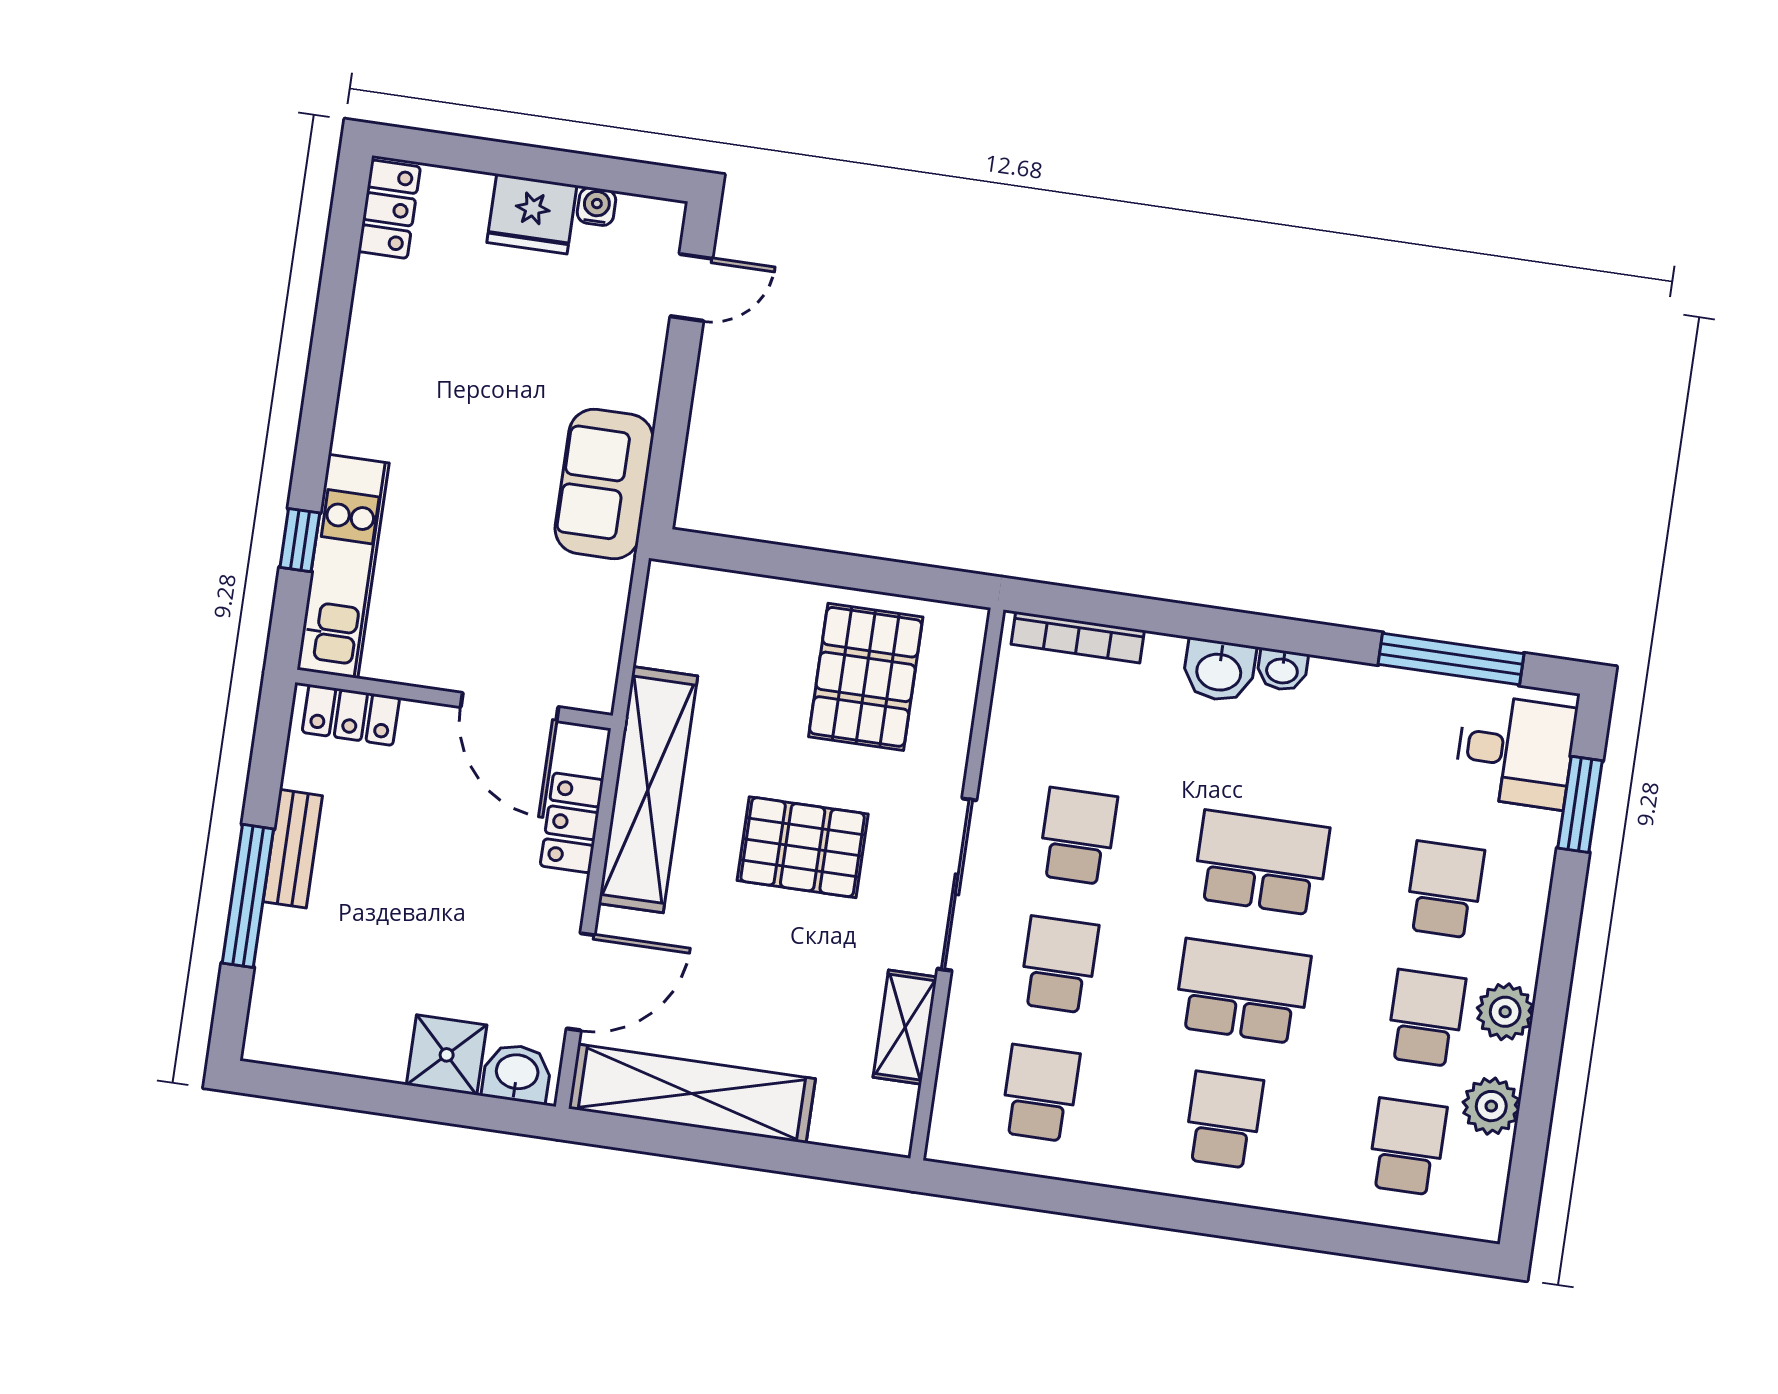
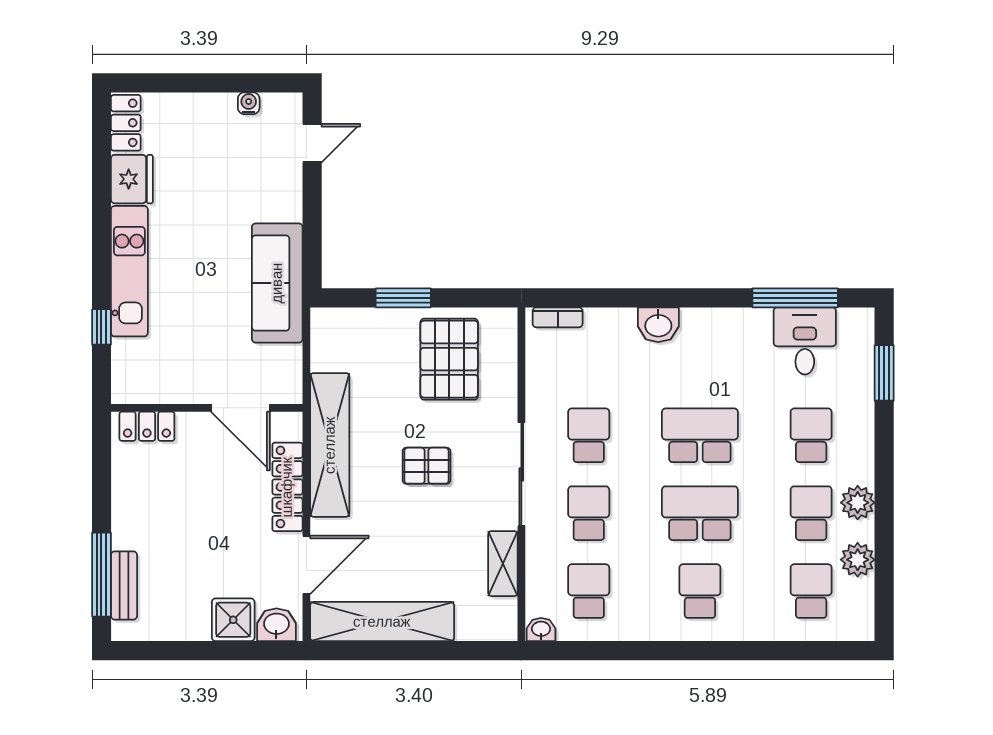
fridge: (532, 214) -> (132, 179), moved, turned -90
sofa: (604, 484) -> (277, 283), width x1.36
window: (805, 565) -> (403, 298), added
kitchen unit: (343, 566) -> (129, 271), moved
bookcase: (1078, 637) -> (558, 317), width x0.64
washbasin: (1282, 670) -> (541, 630), moved, turned 180
desk: (1515, 751) -> (805, 341), moved, turned -90
locker: (572, 823) -> (287, 487), width x1.53
pallet: (803, 847) -> (426, 466), width x0.67, depth x0.71
bench: (293, 849) -> (124, 585), moved
window: (248, 896) -> (101, 575), moved

